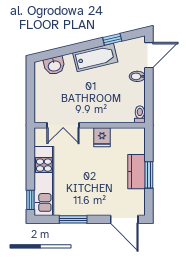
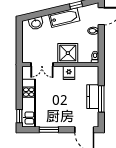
shower: (100, 109) -> (68, 53), added
window: (149, 175) -> (101, 99), width x1.44

